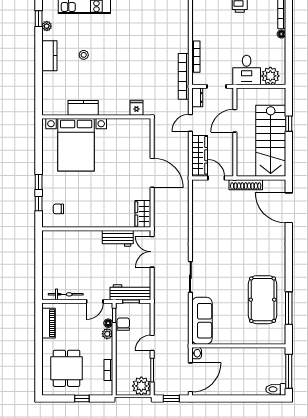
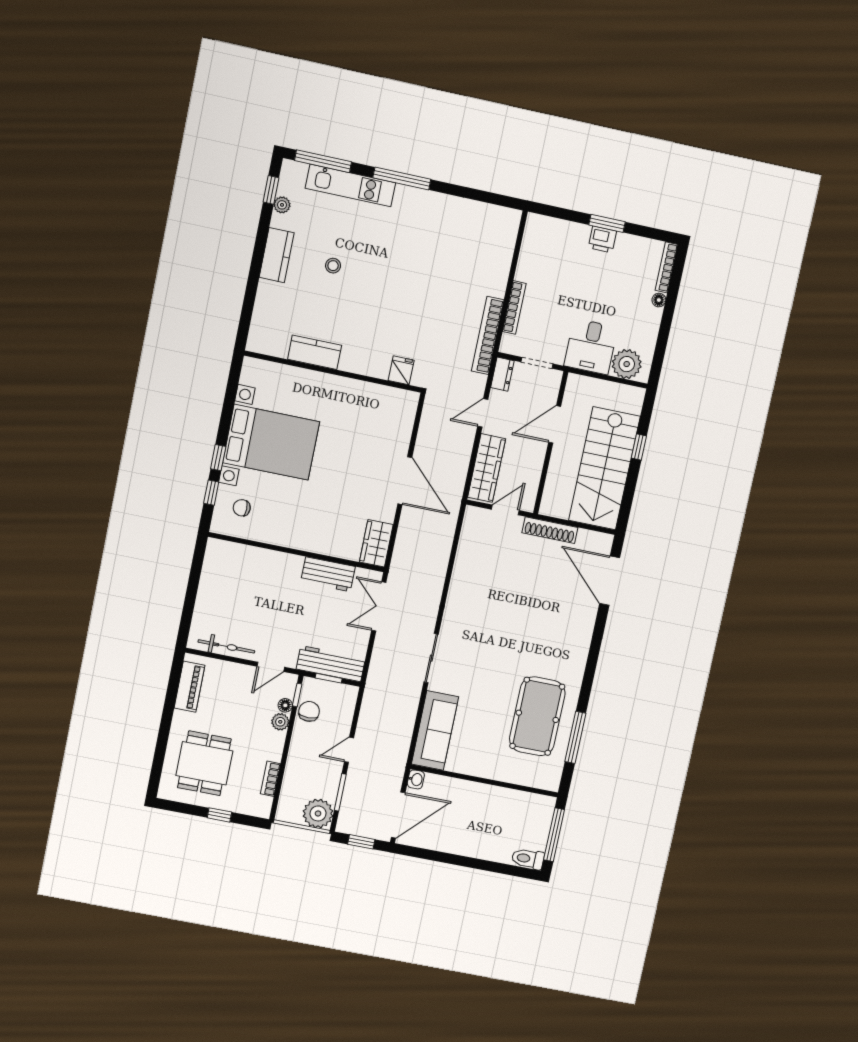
bed with nightstands: (76, 145) -> (271, 442), moved, turned -90
door: (216, 178) -> (505, 510), hinge flipped

